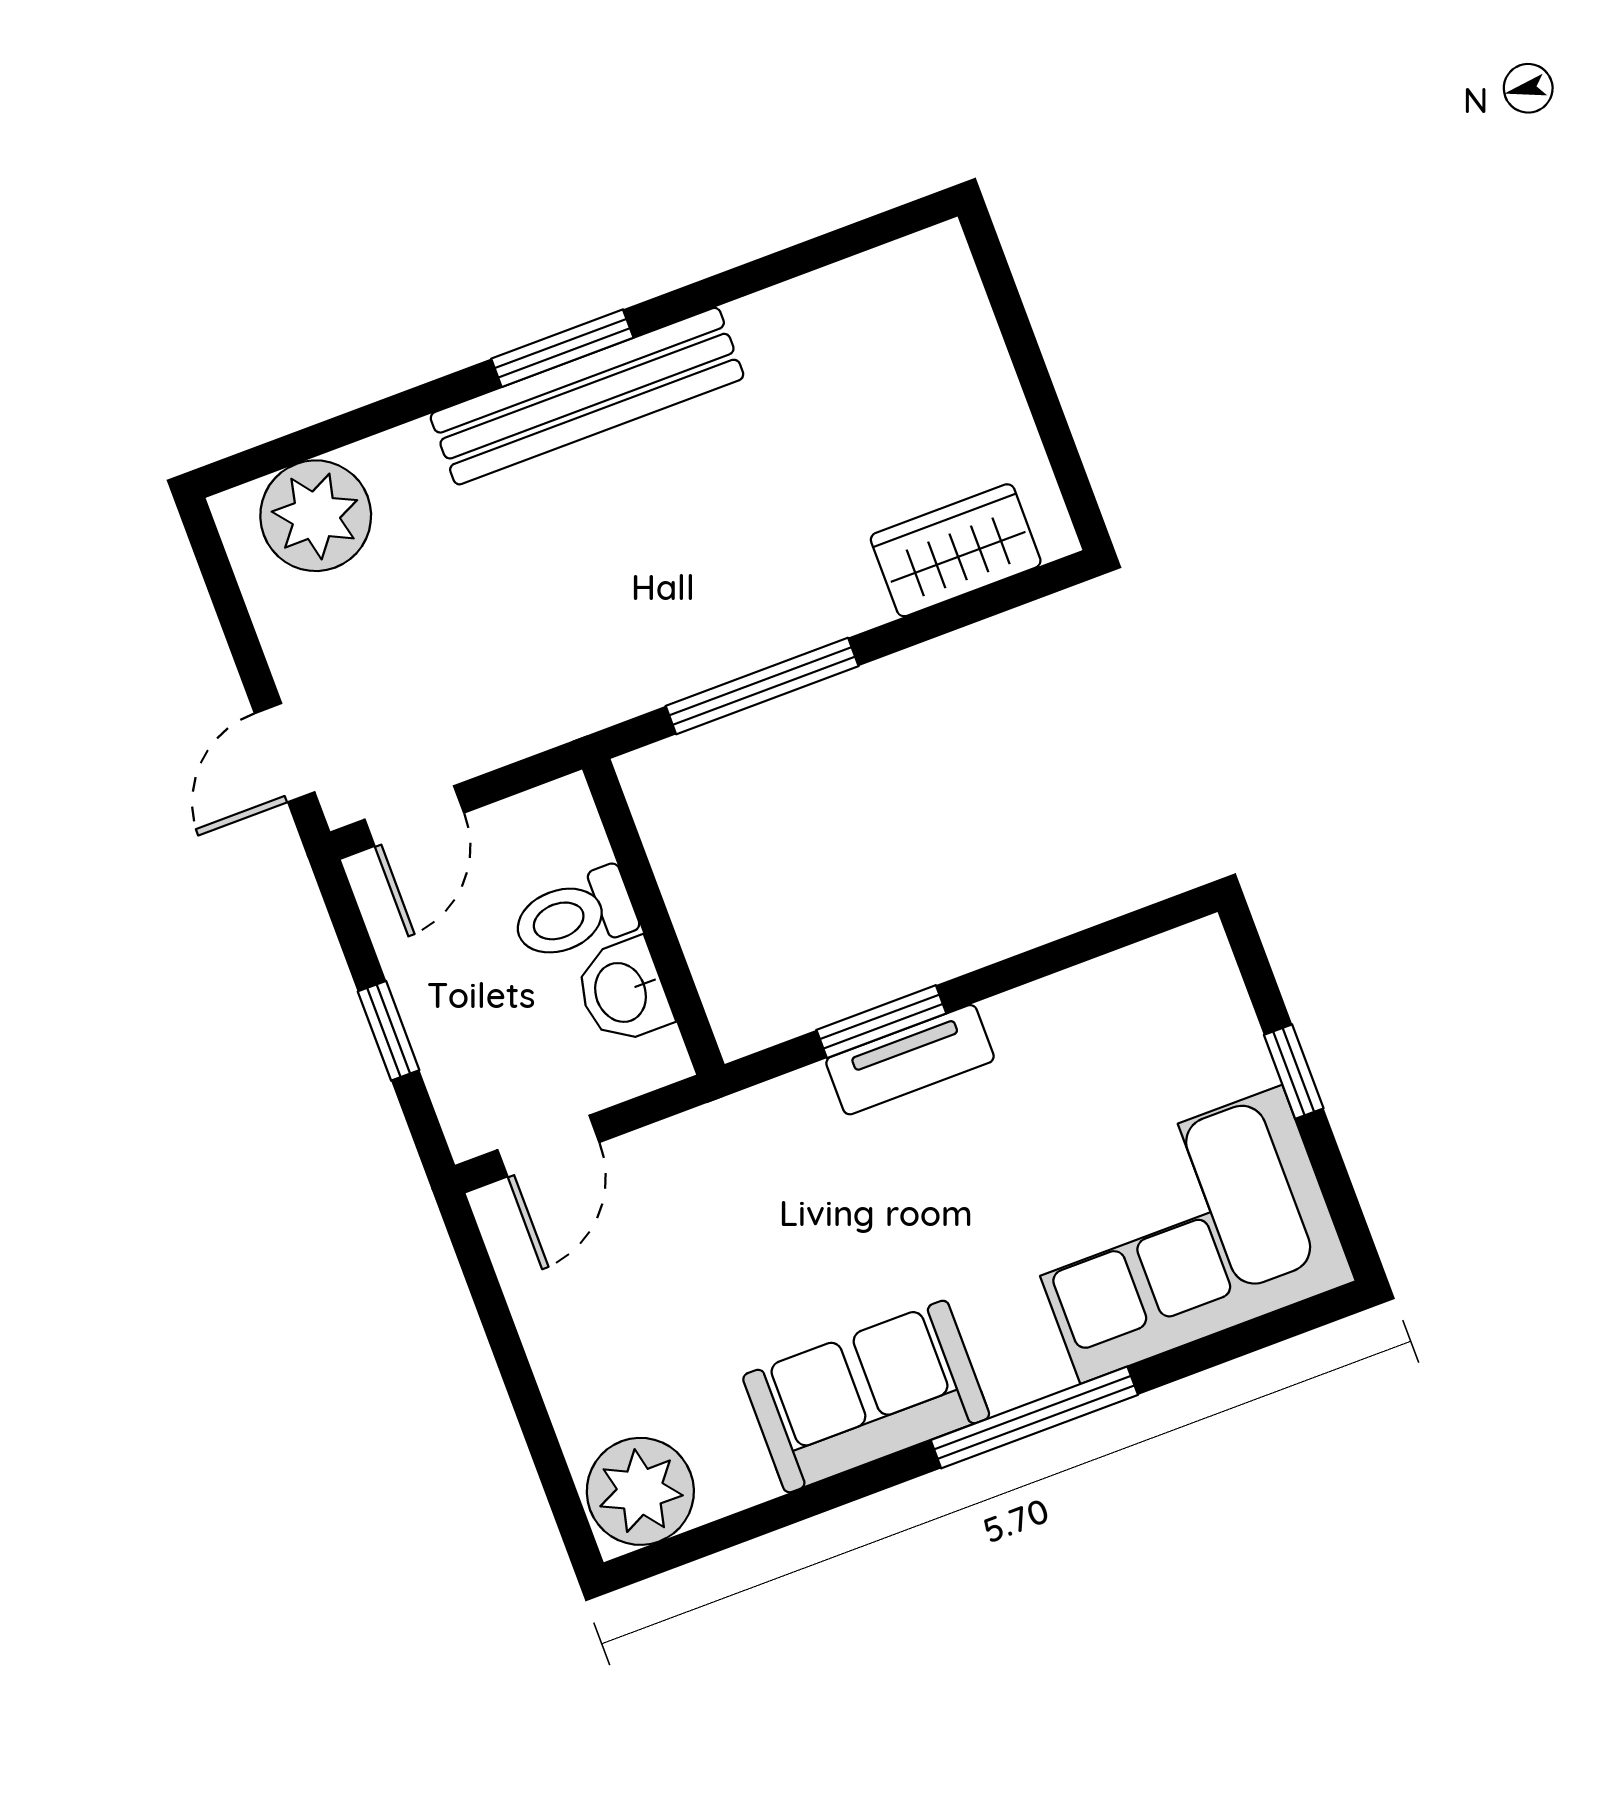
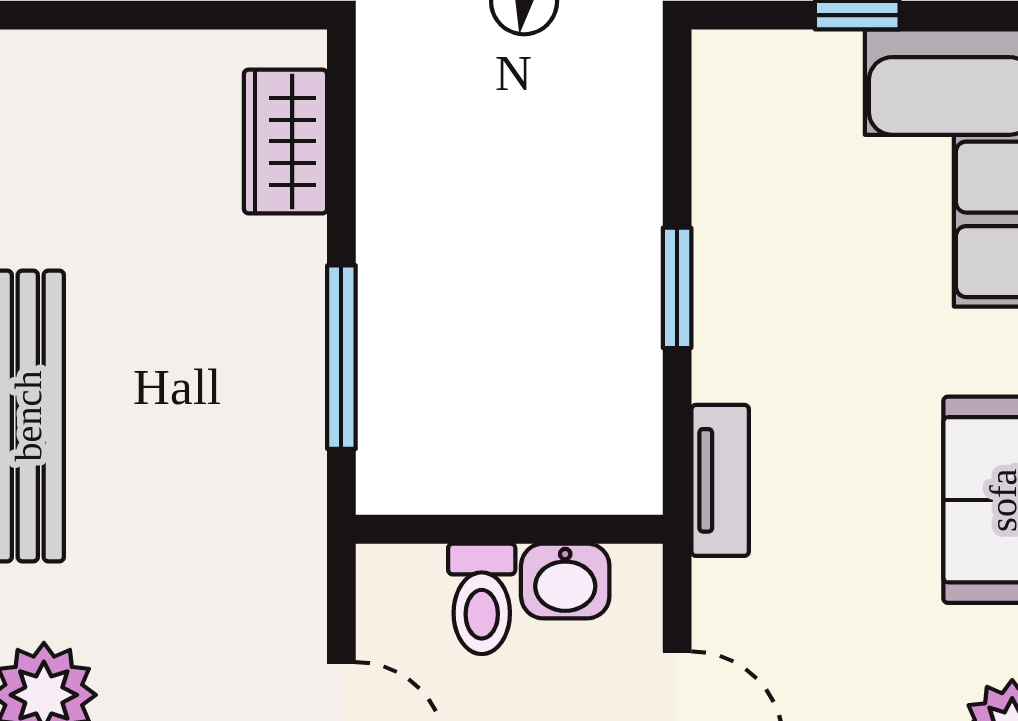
window: (881, 1022) -> (677, 288), moved
tv unit: (910, 1060) -> (720, 480), moved

